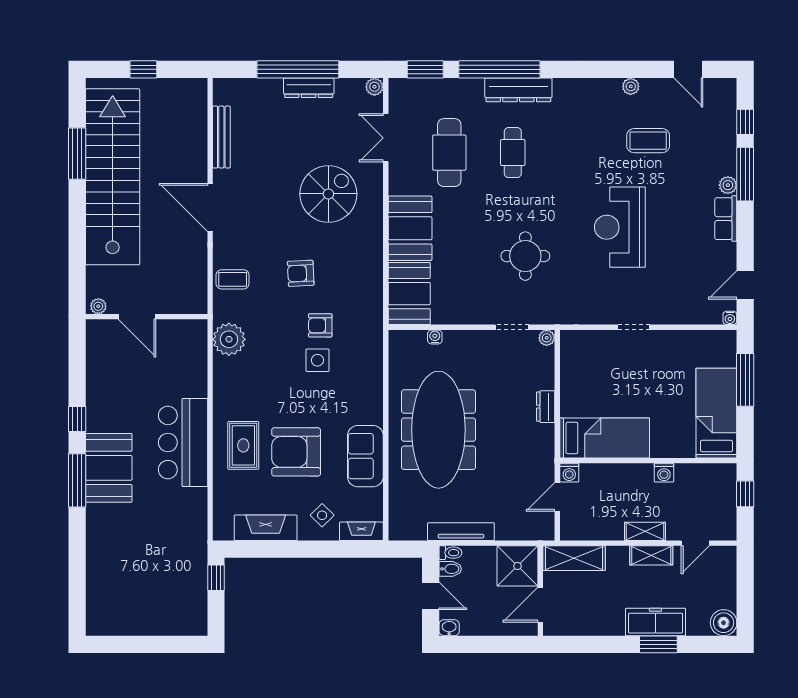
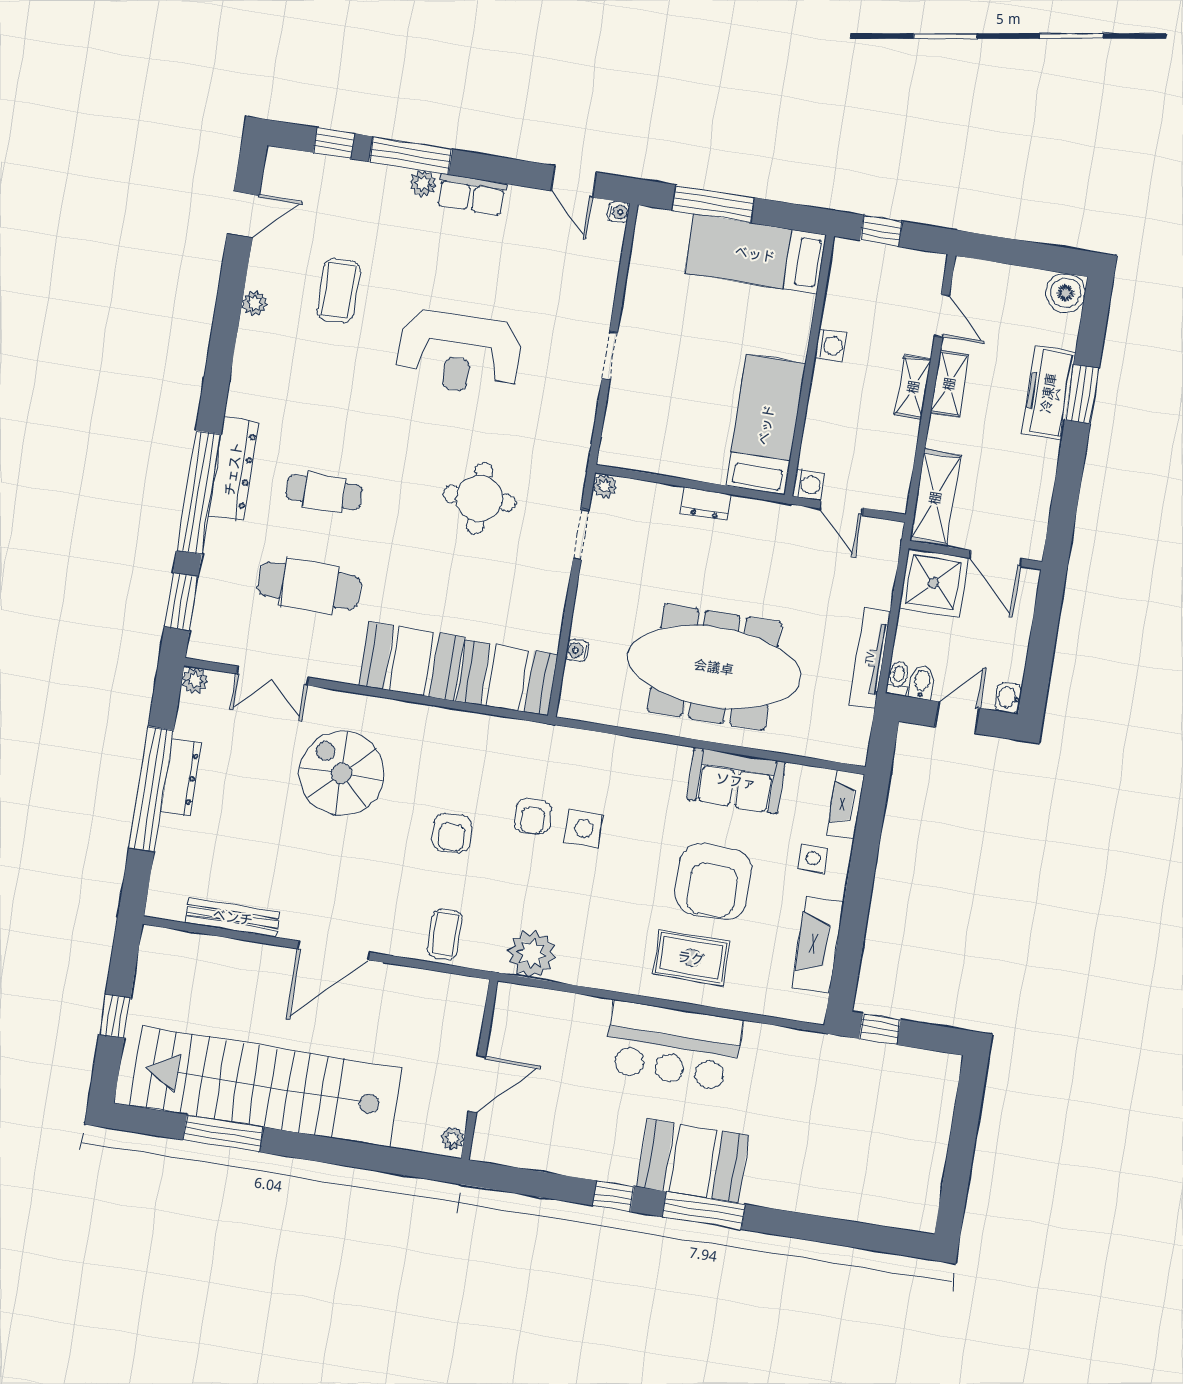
side table: (322, 515) -> (813, 858), turned 45

